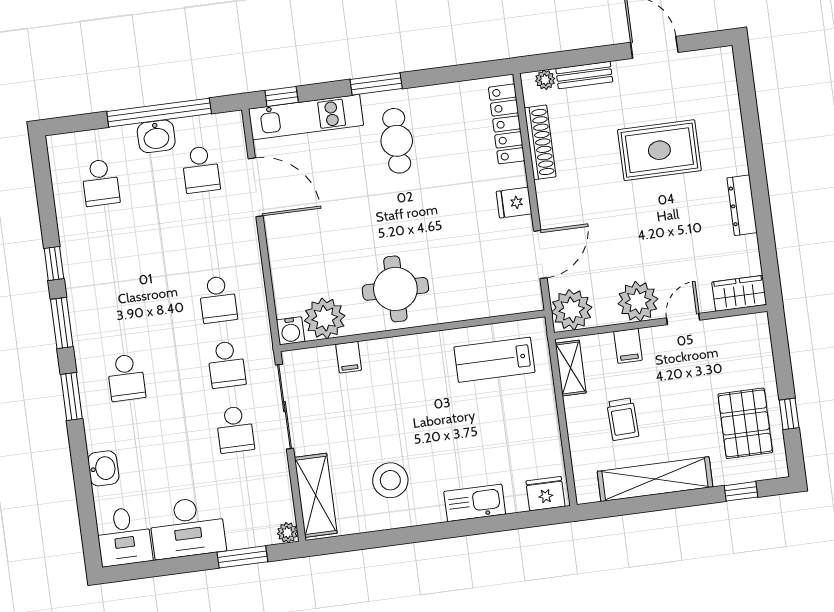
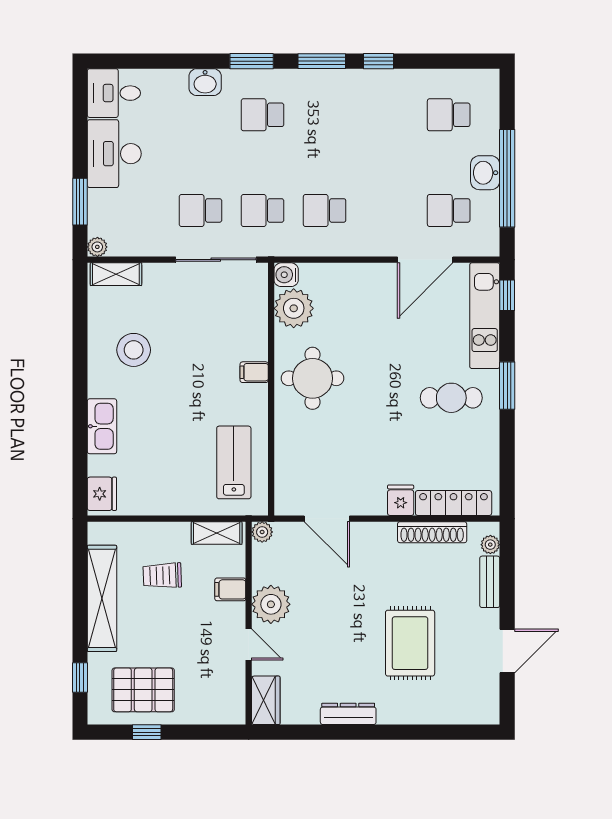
fridge: (514, 203) -> (401, 500), moved
plant: (572, 310) -> (262, 532), width x0.53, depth x0.53
filing cabinet: (349, 357) -> (254, 372), moved
washbasin: (103, 468) -> (205, 82), moved
shelving: (316, 495) -> (116, 274), width x0.67, depth x0.75

